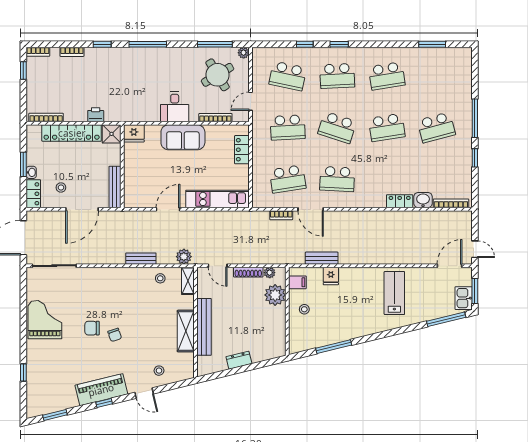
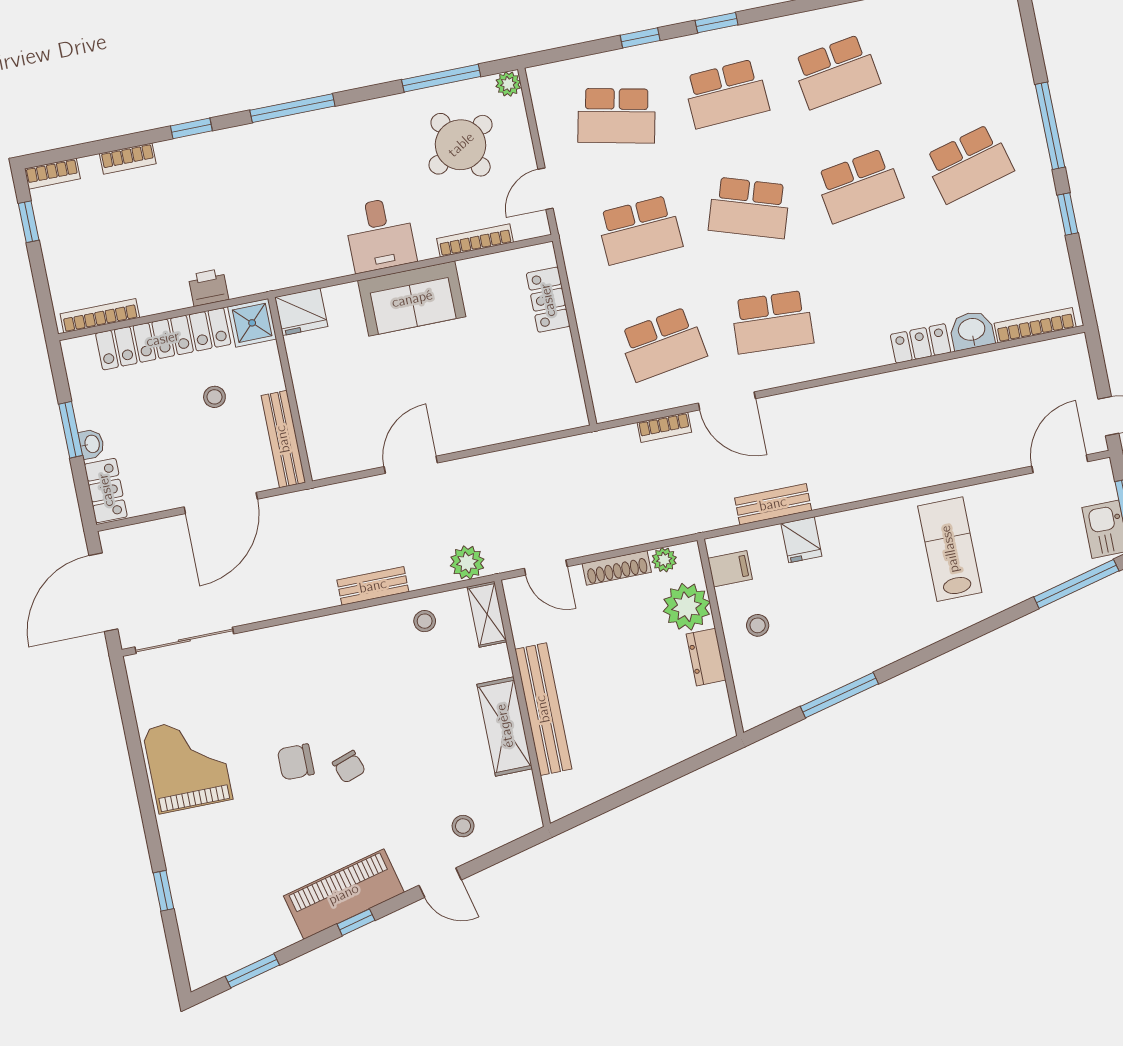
stool: (61, 187) -> (214, 397), moved
kitchen unit: (217, 199) -> (516, 420), removed
dresser: (239, 360) -> (706, 657), moved, turned -76

